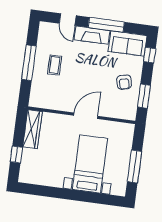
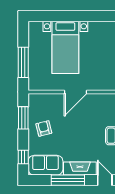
window: (134, 166) -> (23, 62), moved

